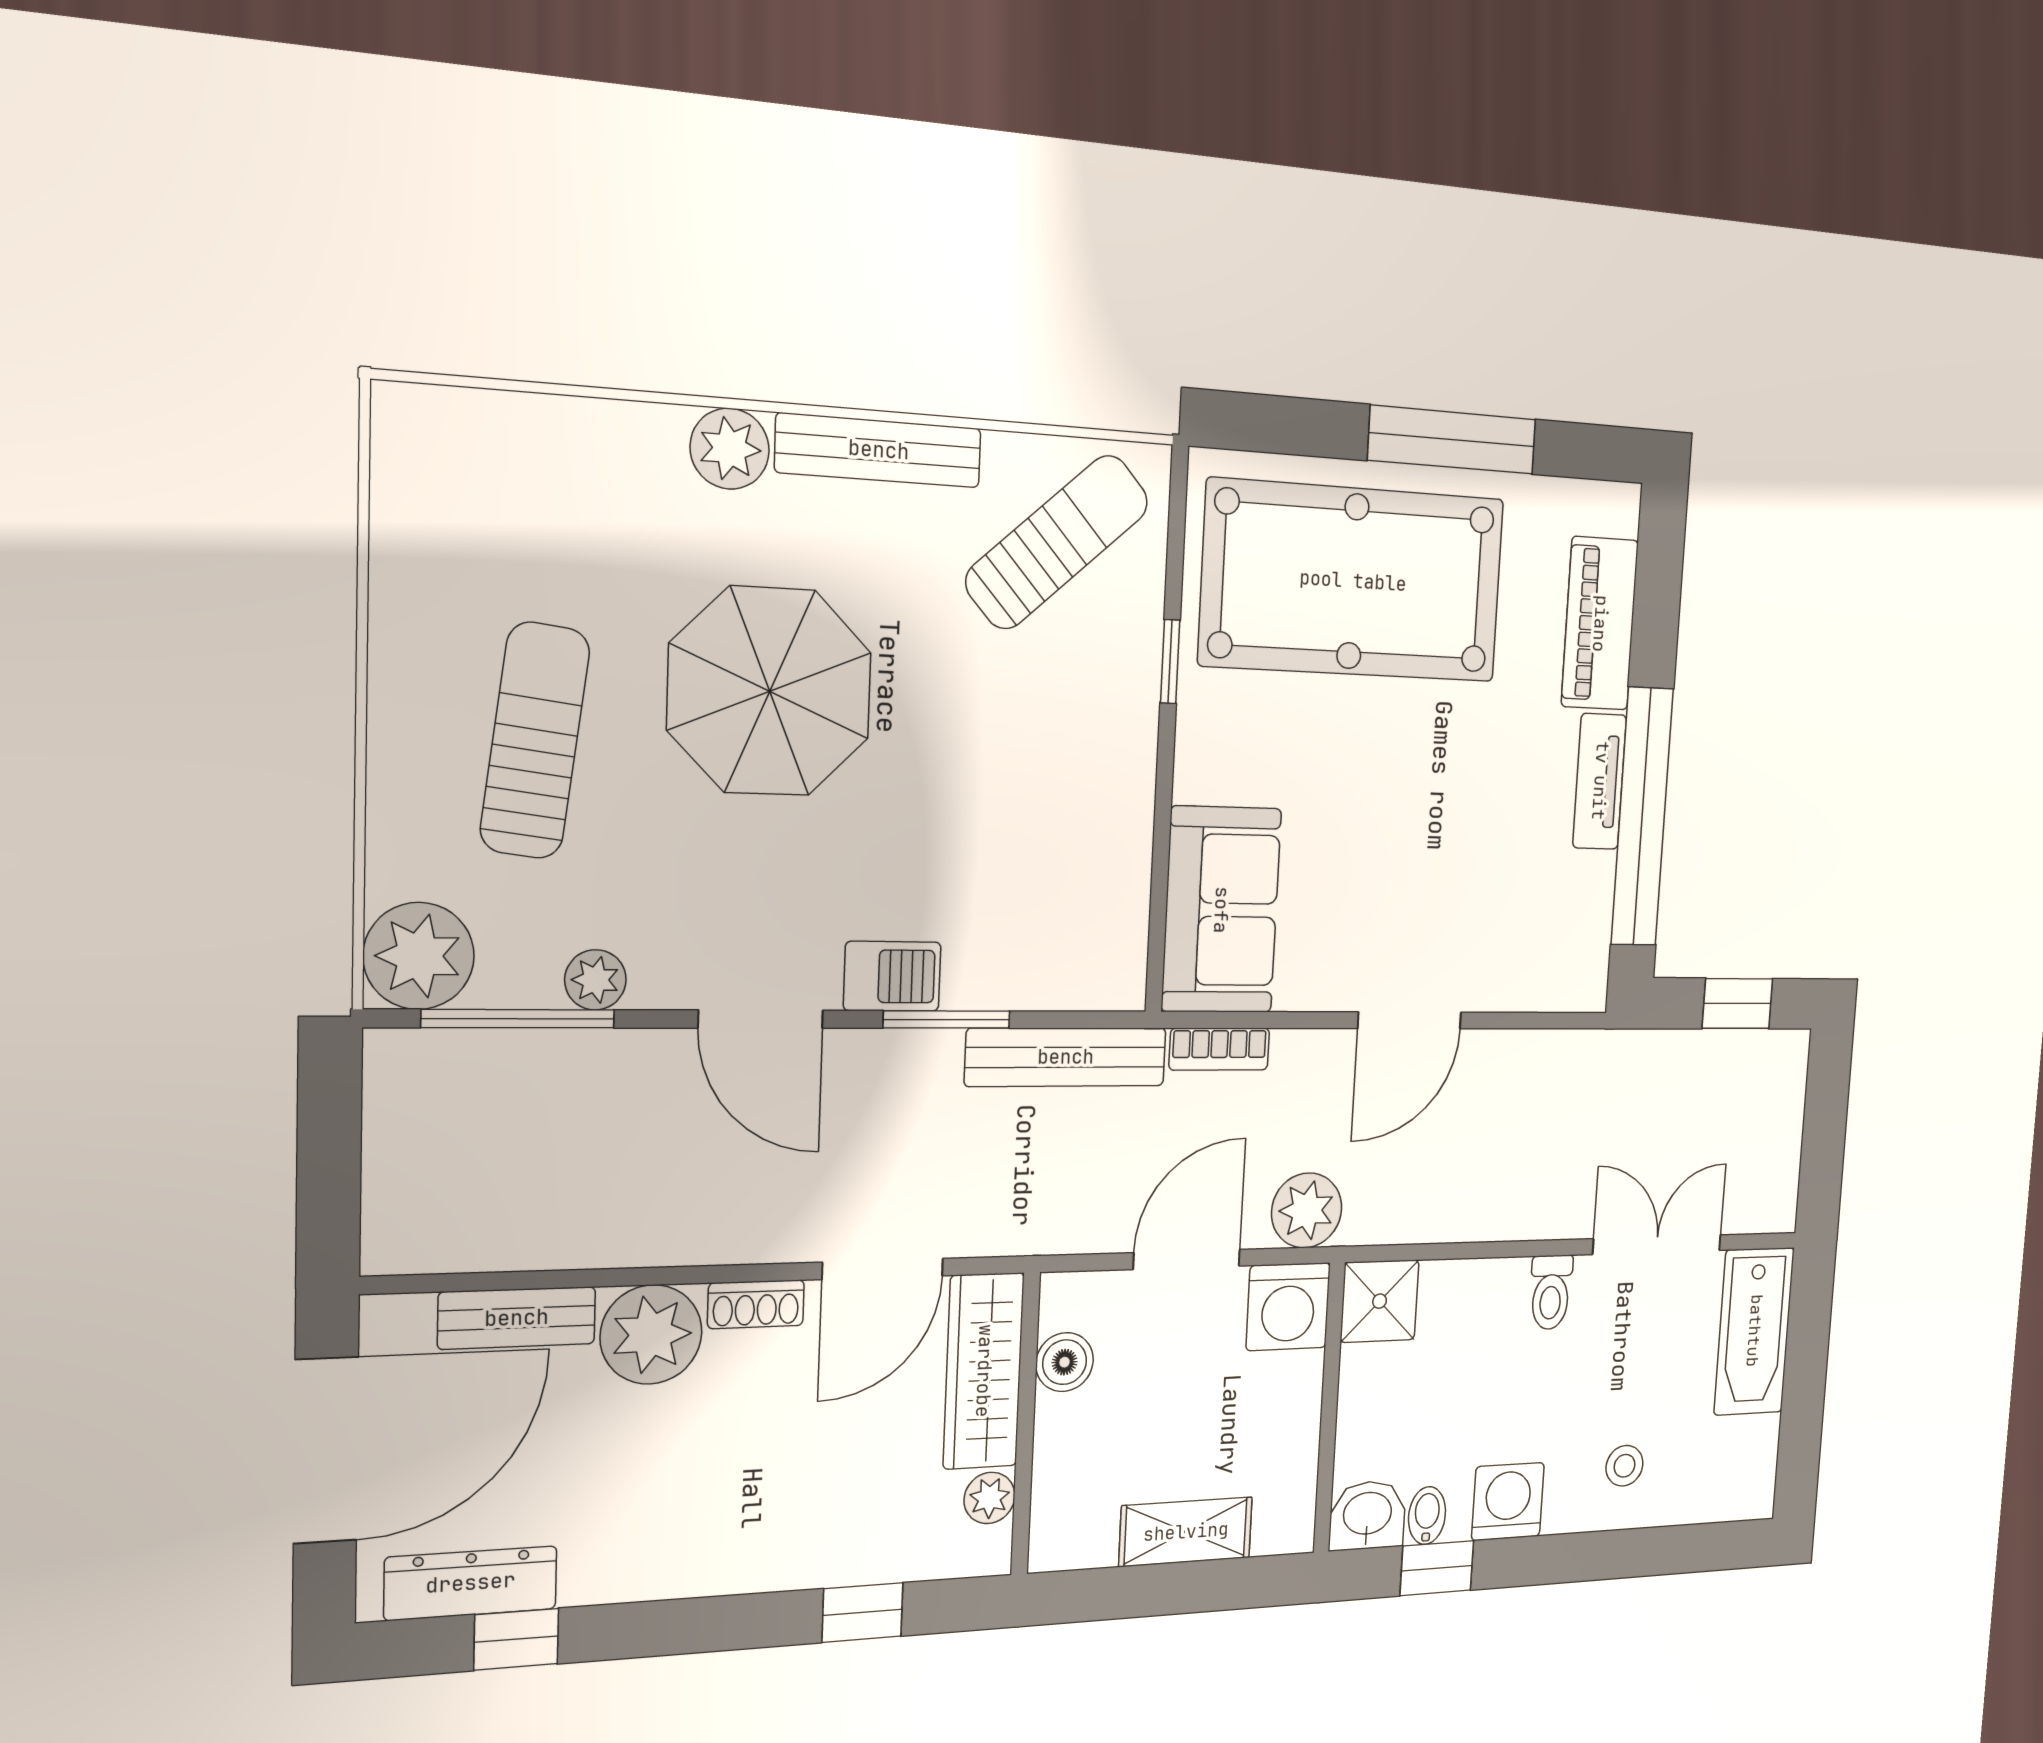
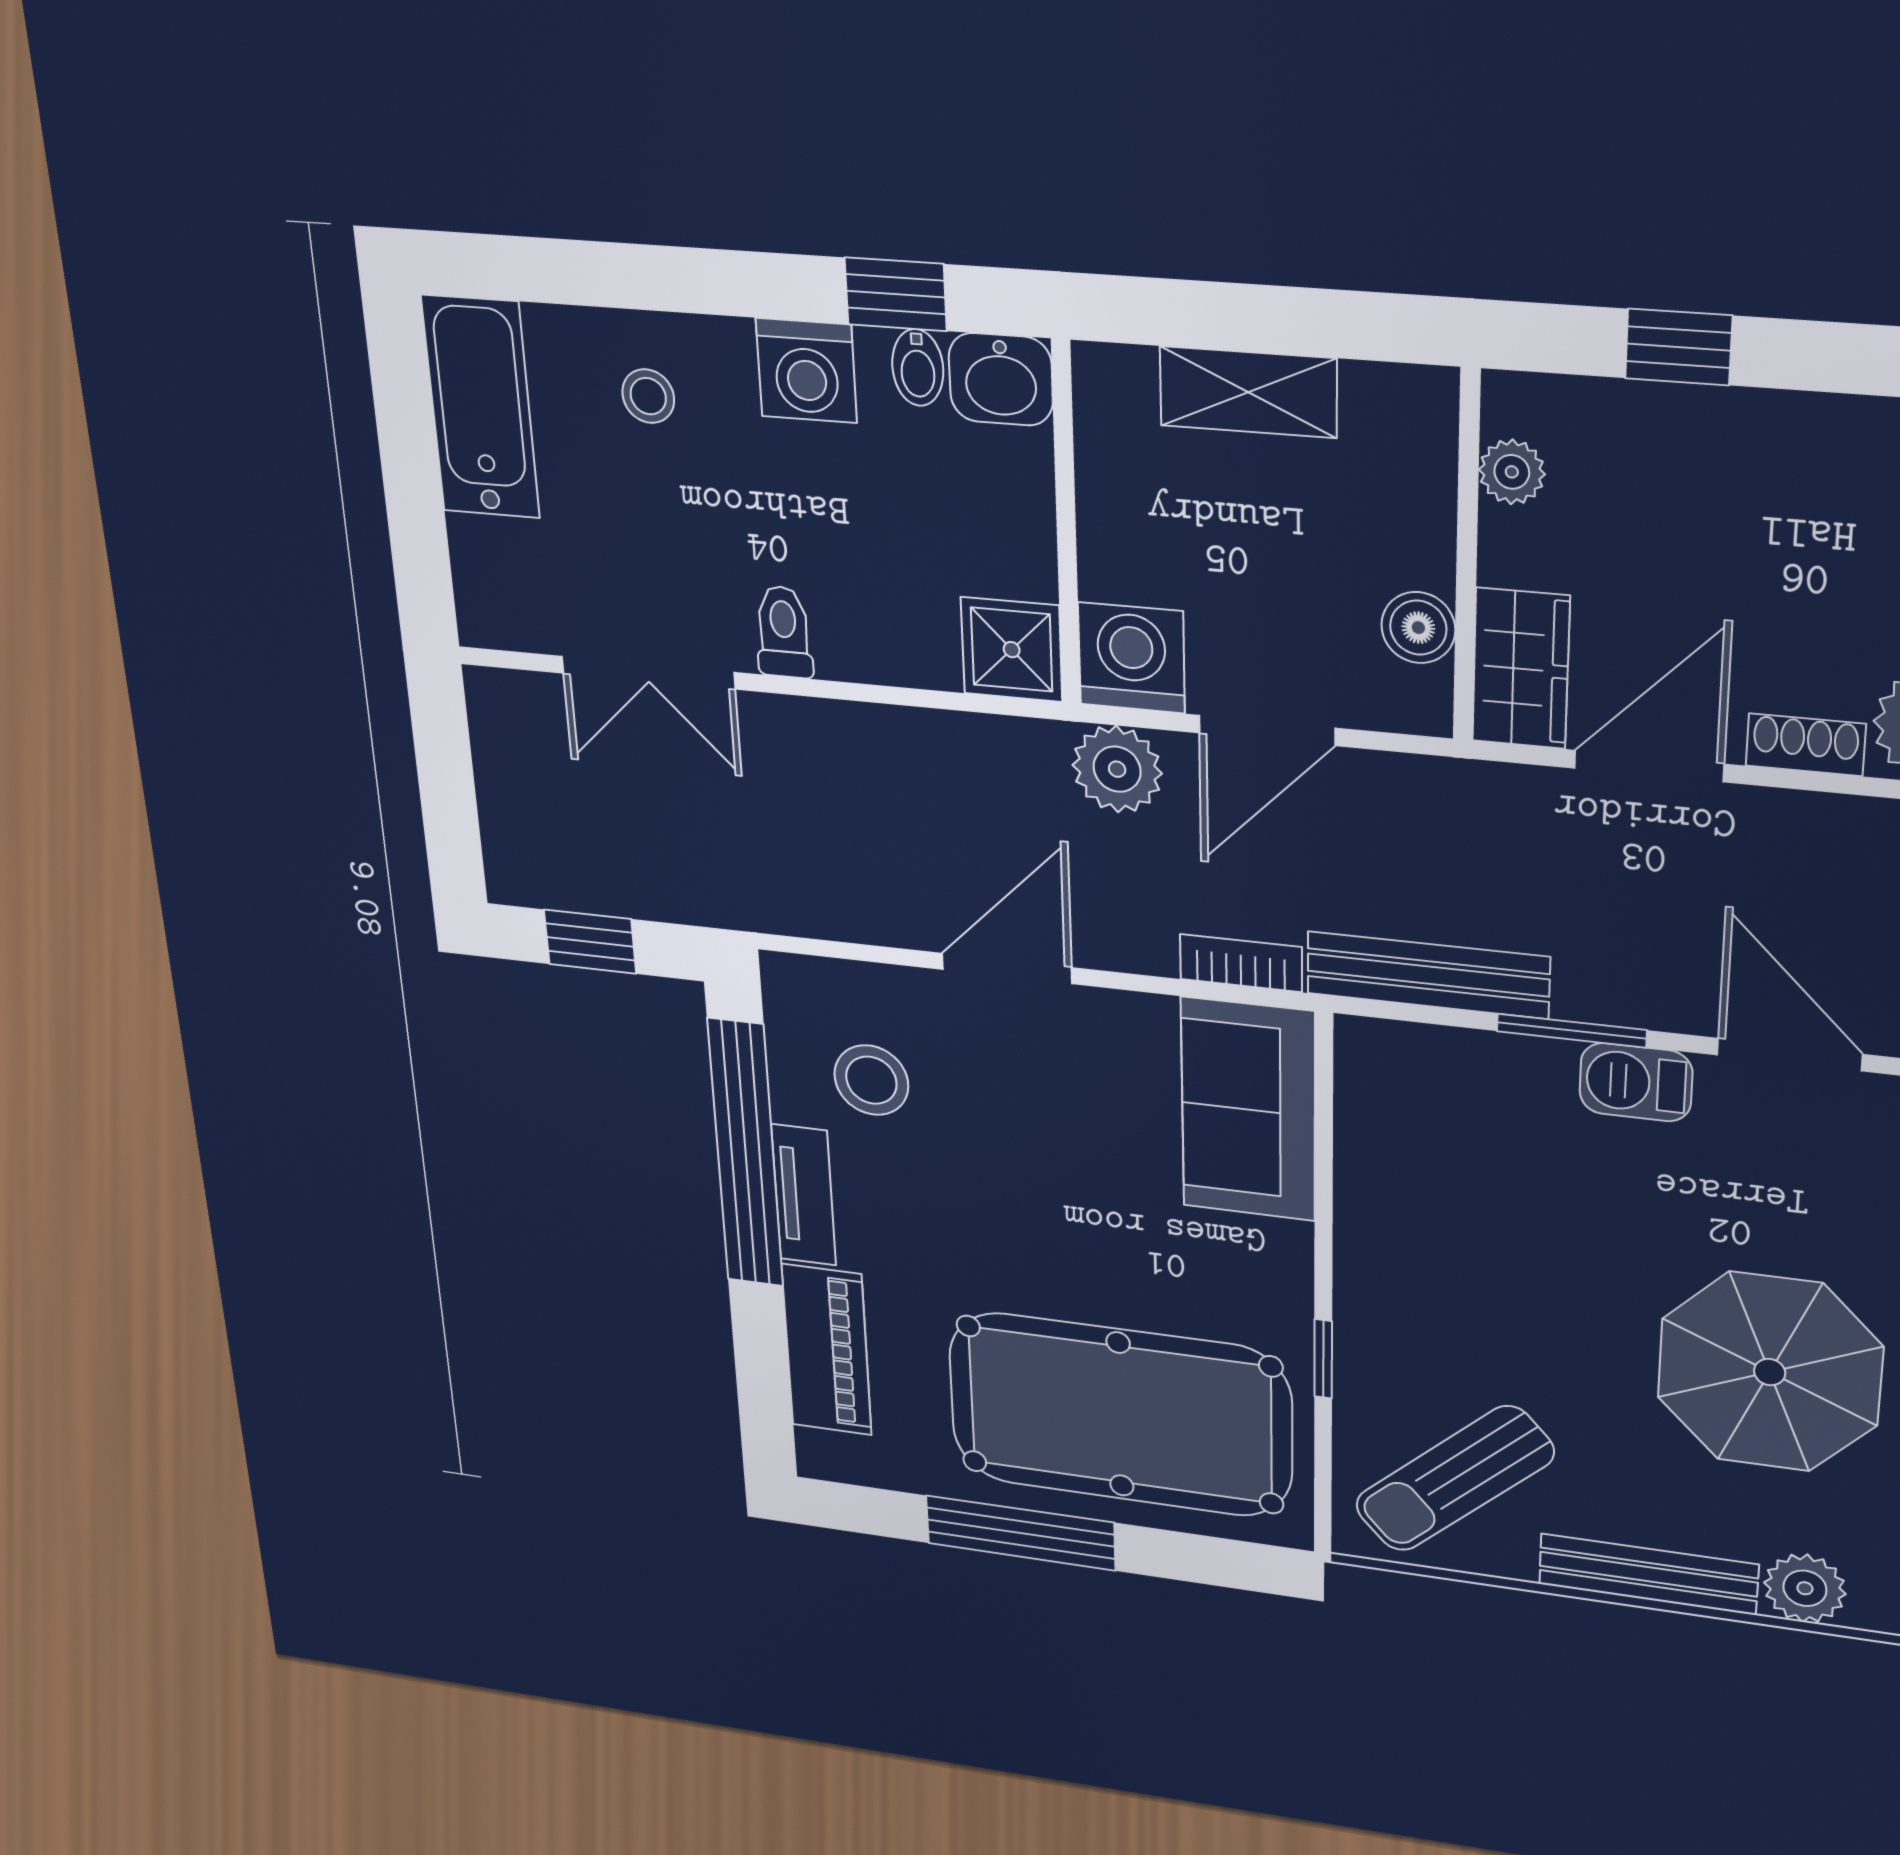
stool: (1530, 901) -> (871, 1080), added
bathtub: (1754, 1331) -> (481, 407), moved
wardrobe: (984, 1371) -> (1521, 669), width x0.67

